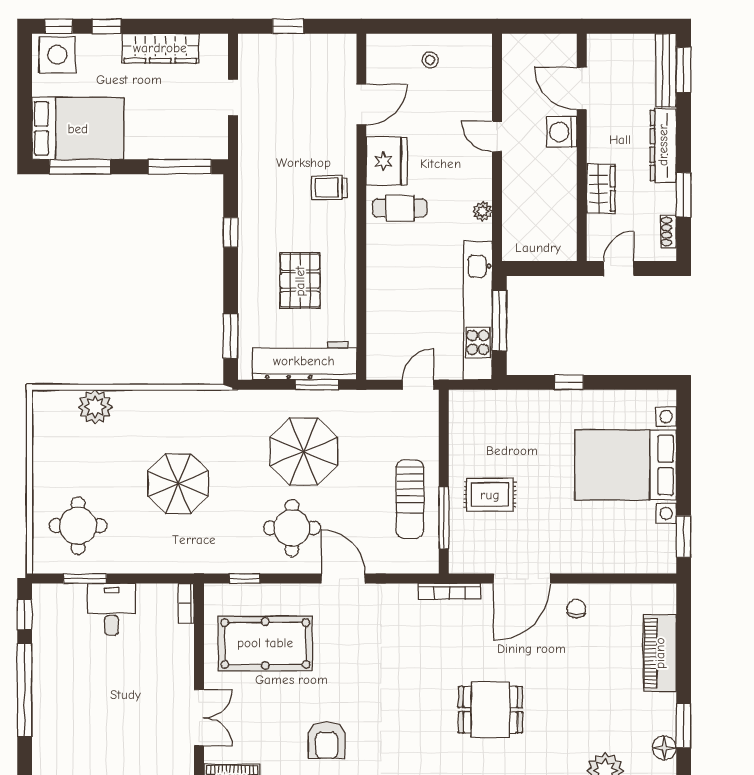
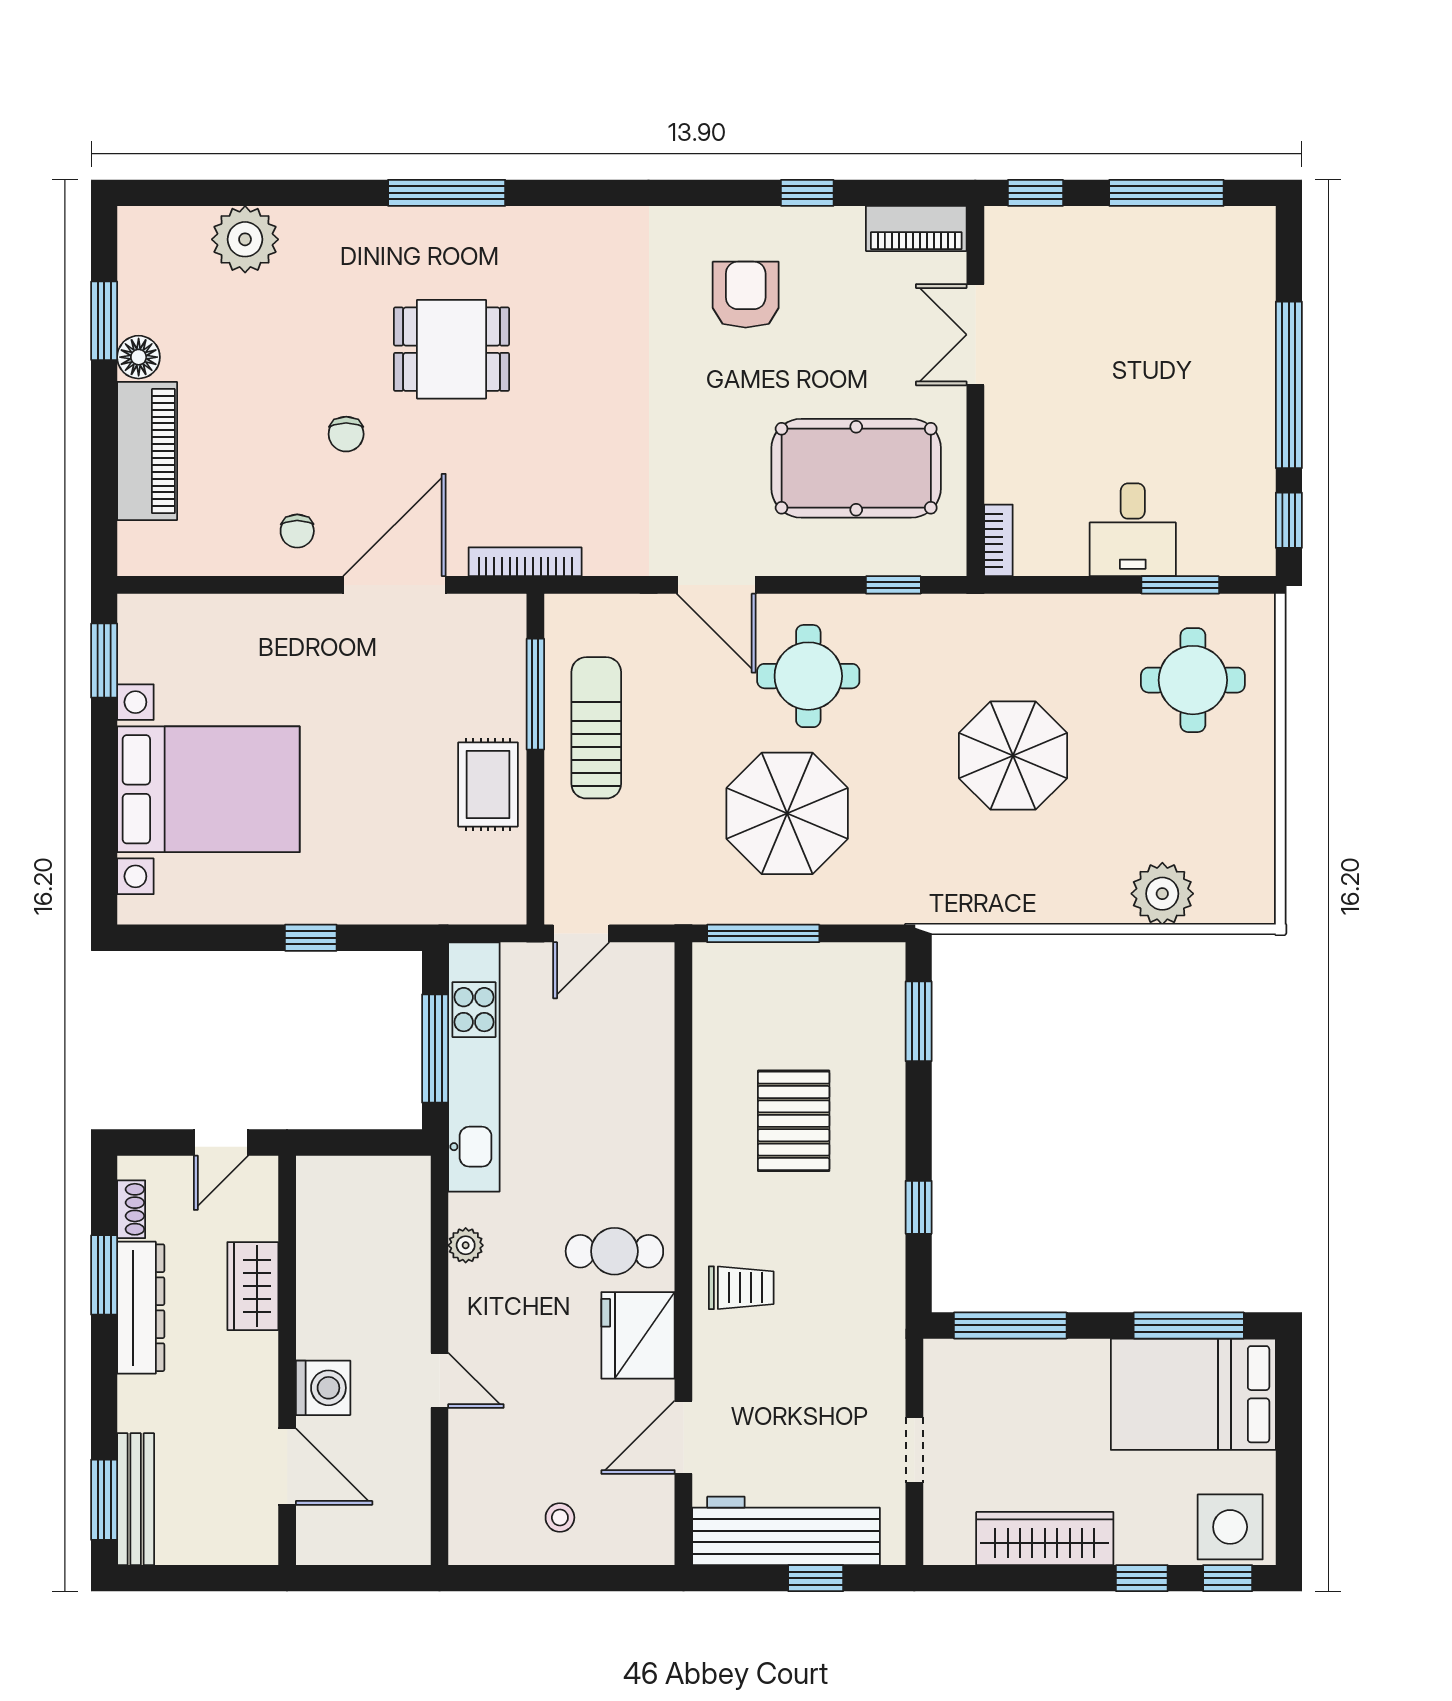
dresser: (663, 145) -> (141, 1308), moved
workbench: (304, 361) -> (786, 1531), moved, turned 180
window: (317, 385) -> (763, 933), width x1.44
rug: (490, 495) -> (488, 784), moved, turned 90
chair: (549, 663) -> (346, 434), added
floor lamp: (664, 748) -> (139, 357), moved

